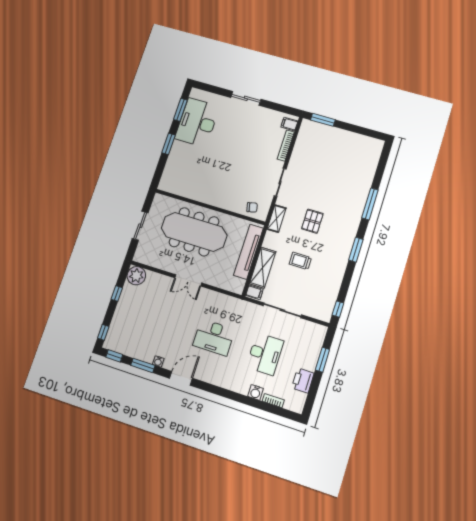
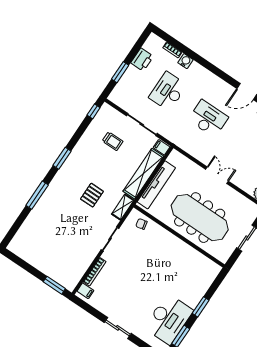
trolley: (300, 261) -> (113, 141), moved
shelving: (263, 268) -> (143, 174), width x1.47

